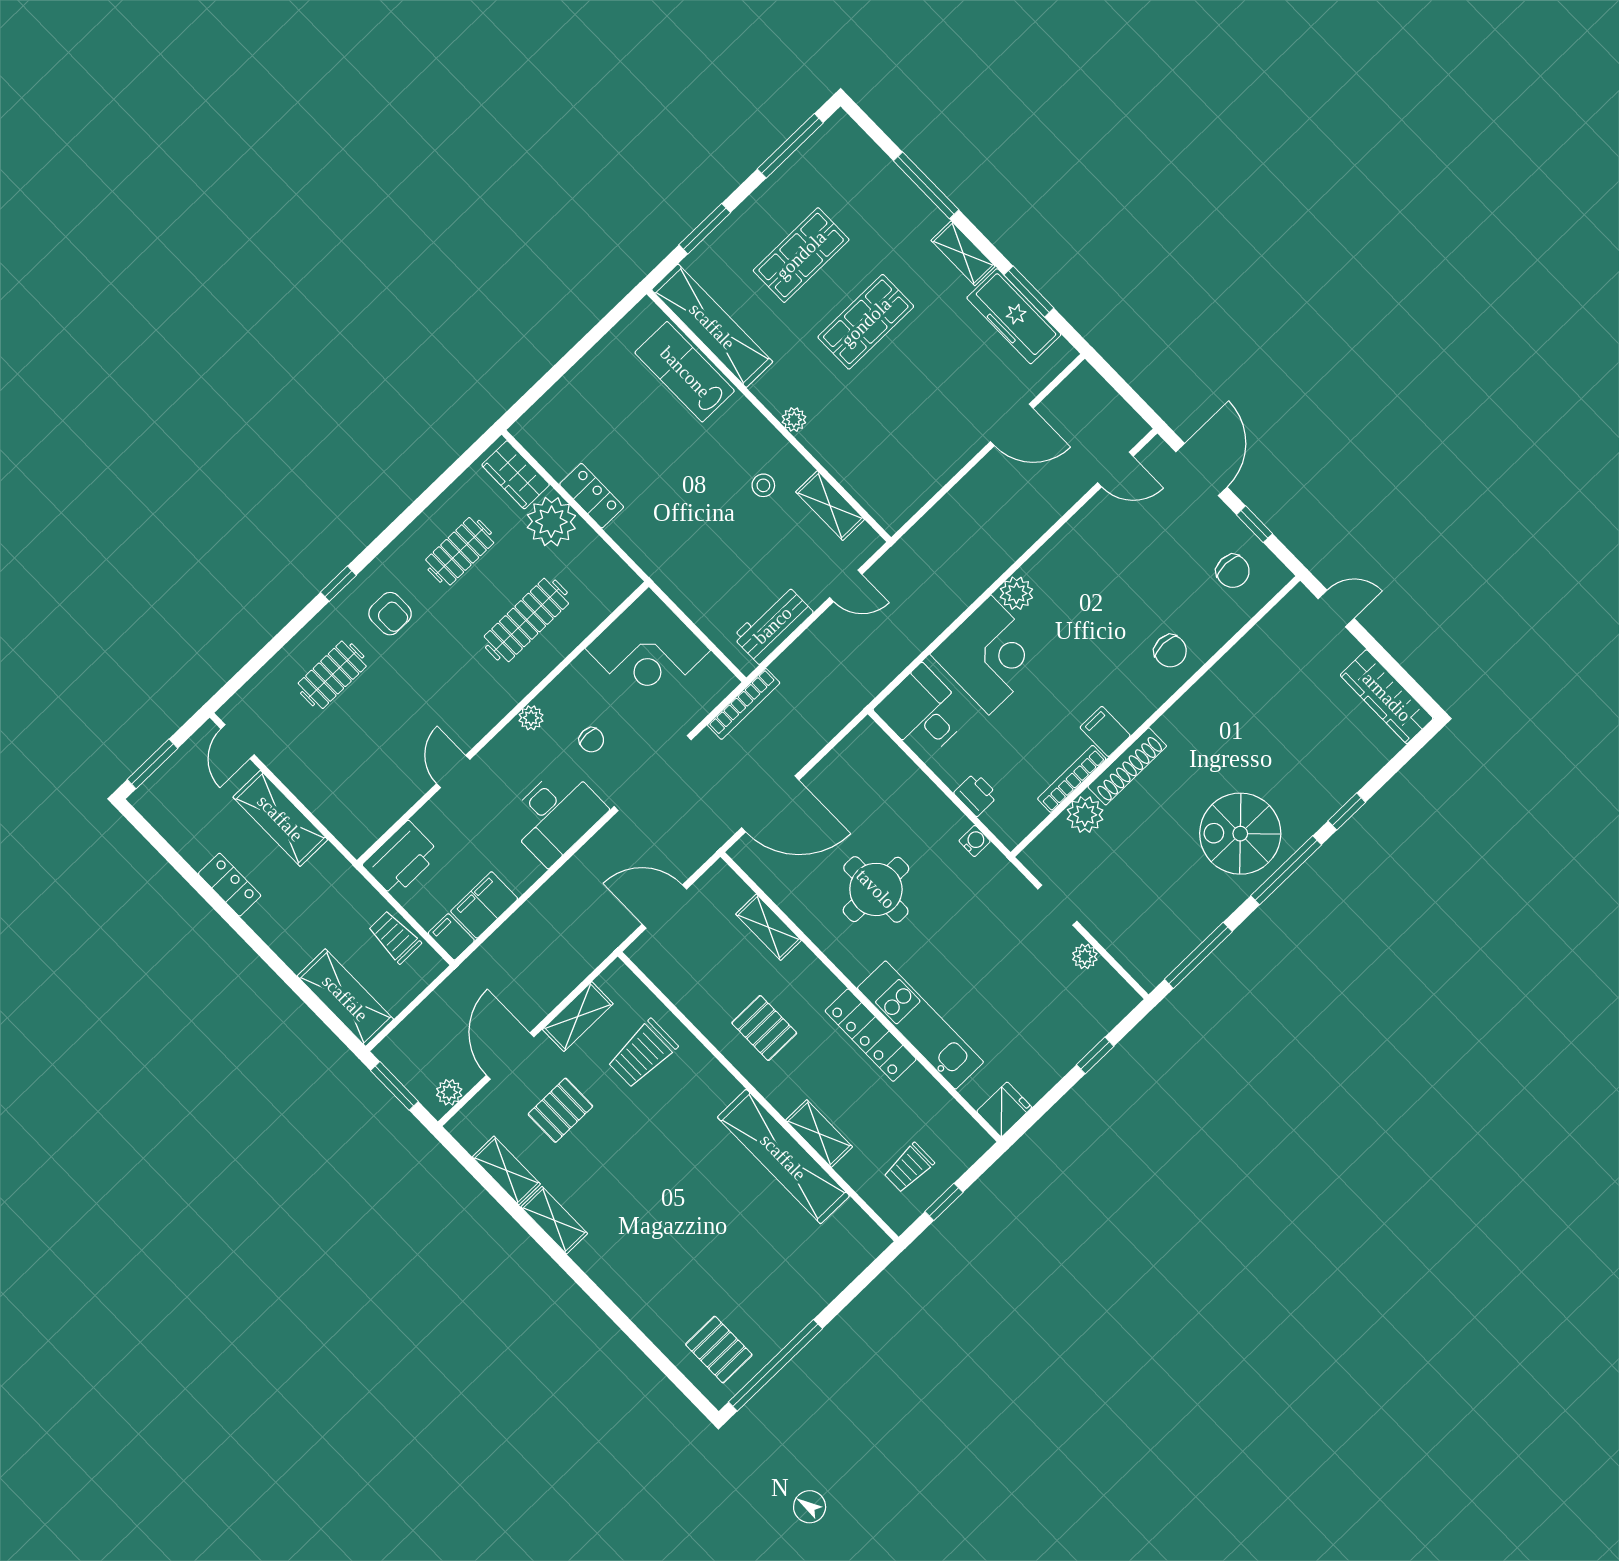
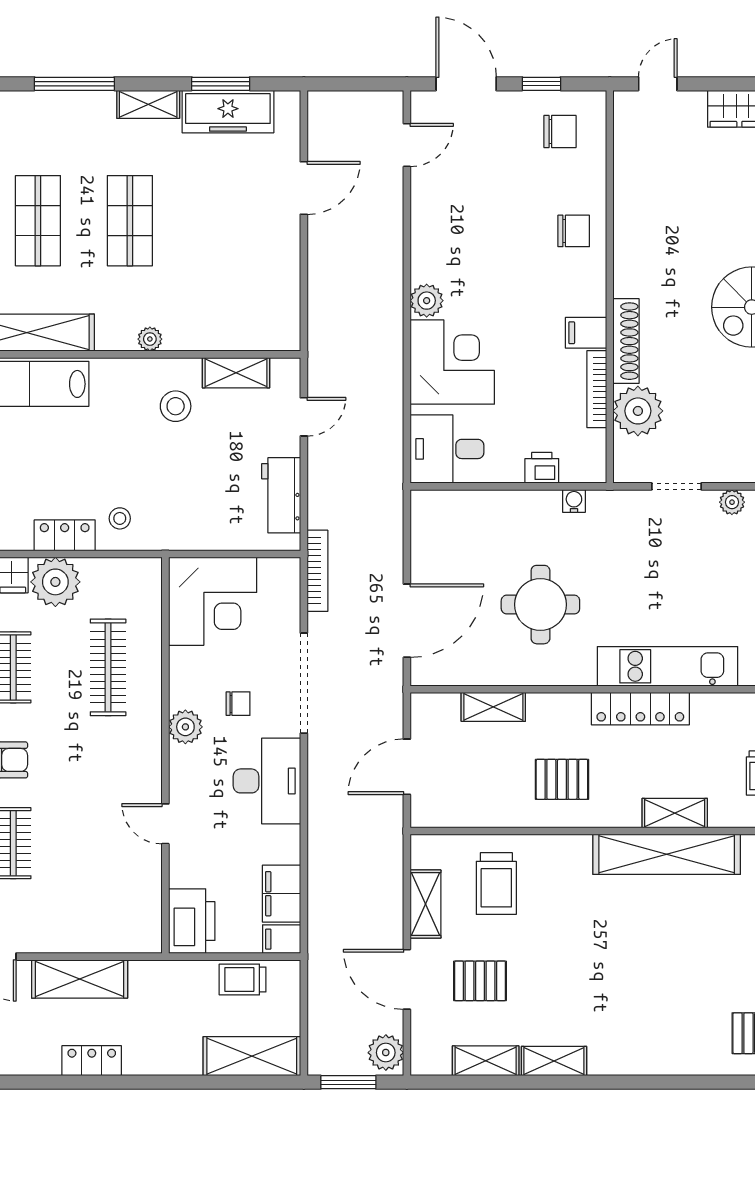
stool: (763, 485) -> (176, 406), width x1.37, depth x1.37
stool: (643, 524) -> (120, 518), added
plant: (531, 718) -> (185, 727), width x1.38, depth x1.38
plant: (1085, 815) -> (638, 411), width x1.36, depth x1.36
plant: (449, 1092) -> (386, 1053), width x1.38, depth x1.38
pallet: (560, 1110) -> (480, 981), turned 90

